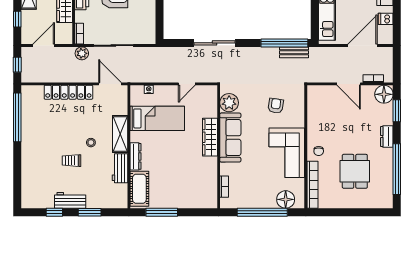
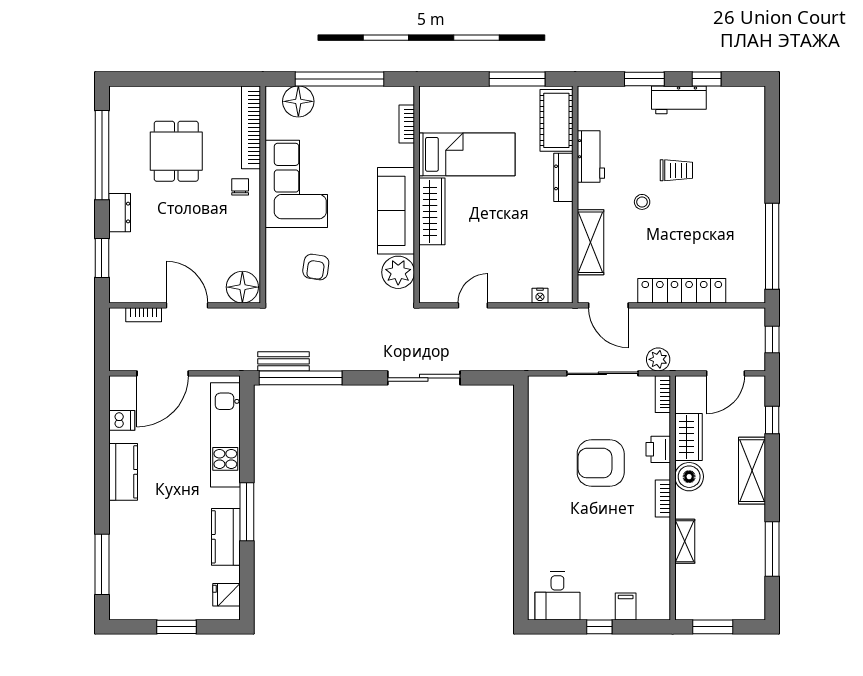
floor lamp: (384, 94) -> (242, 287), moved
bed: (157, 118) -> (467, 154), moved, turned 180
shelving: (120, 134) -> (591, 242), moved

